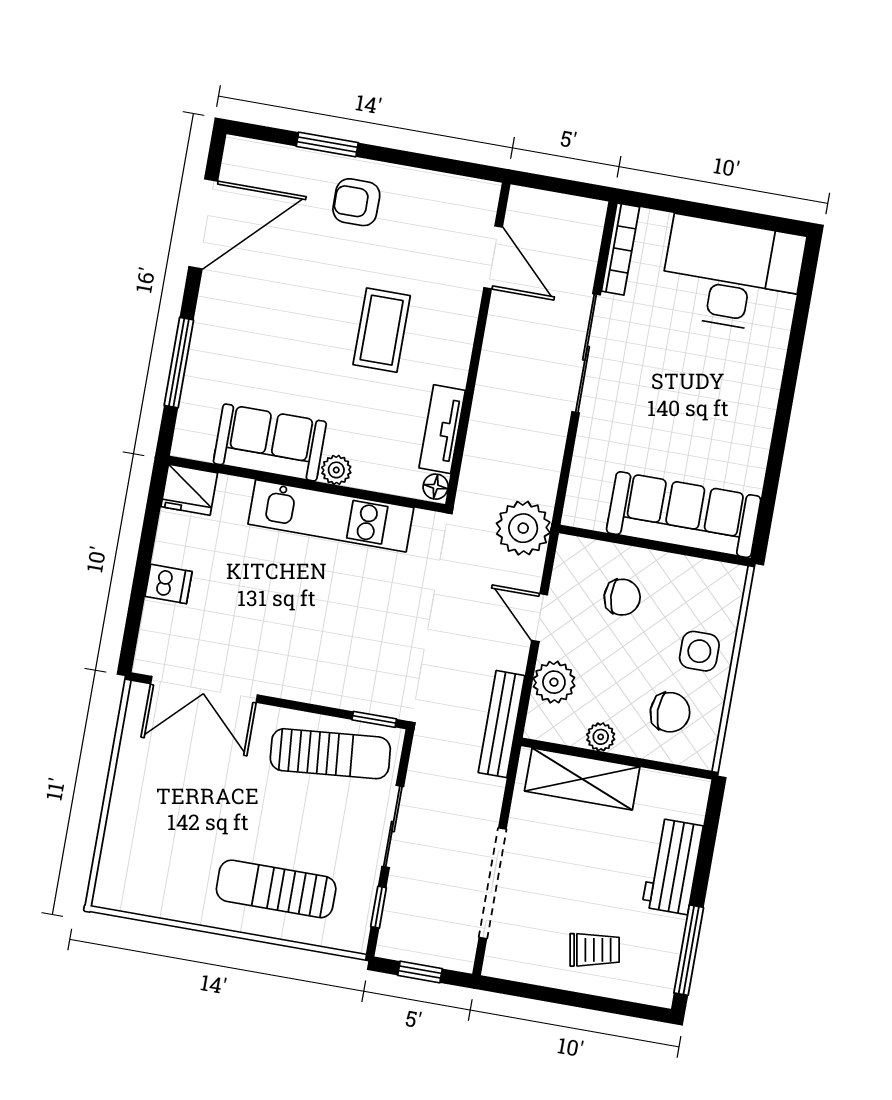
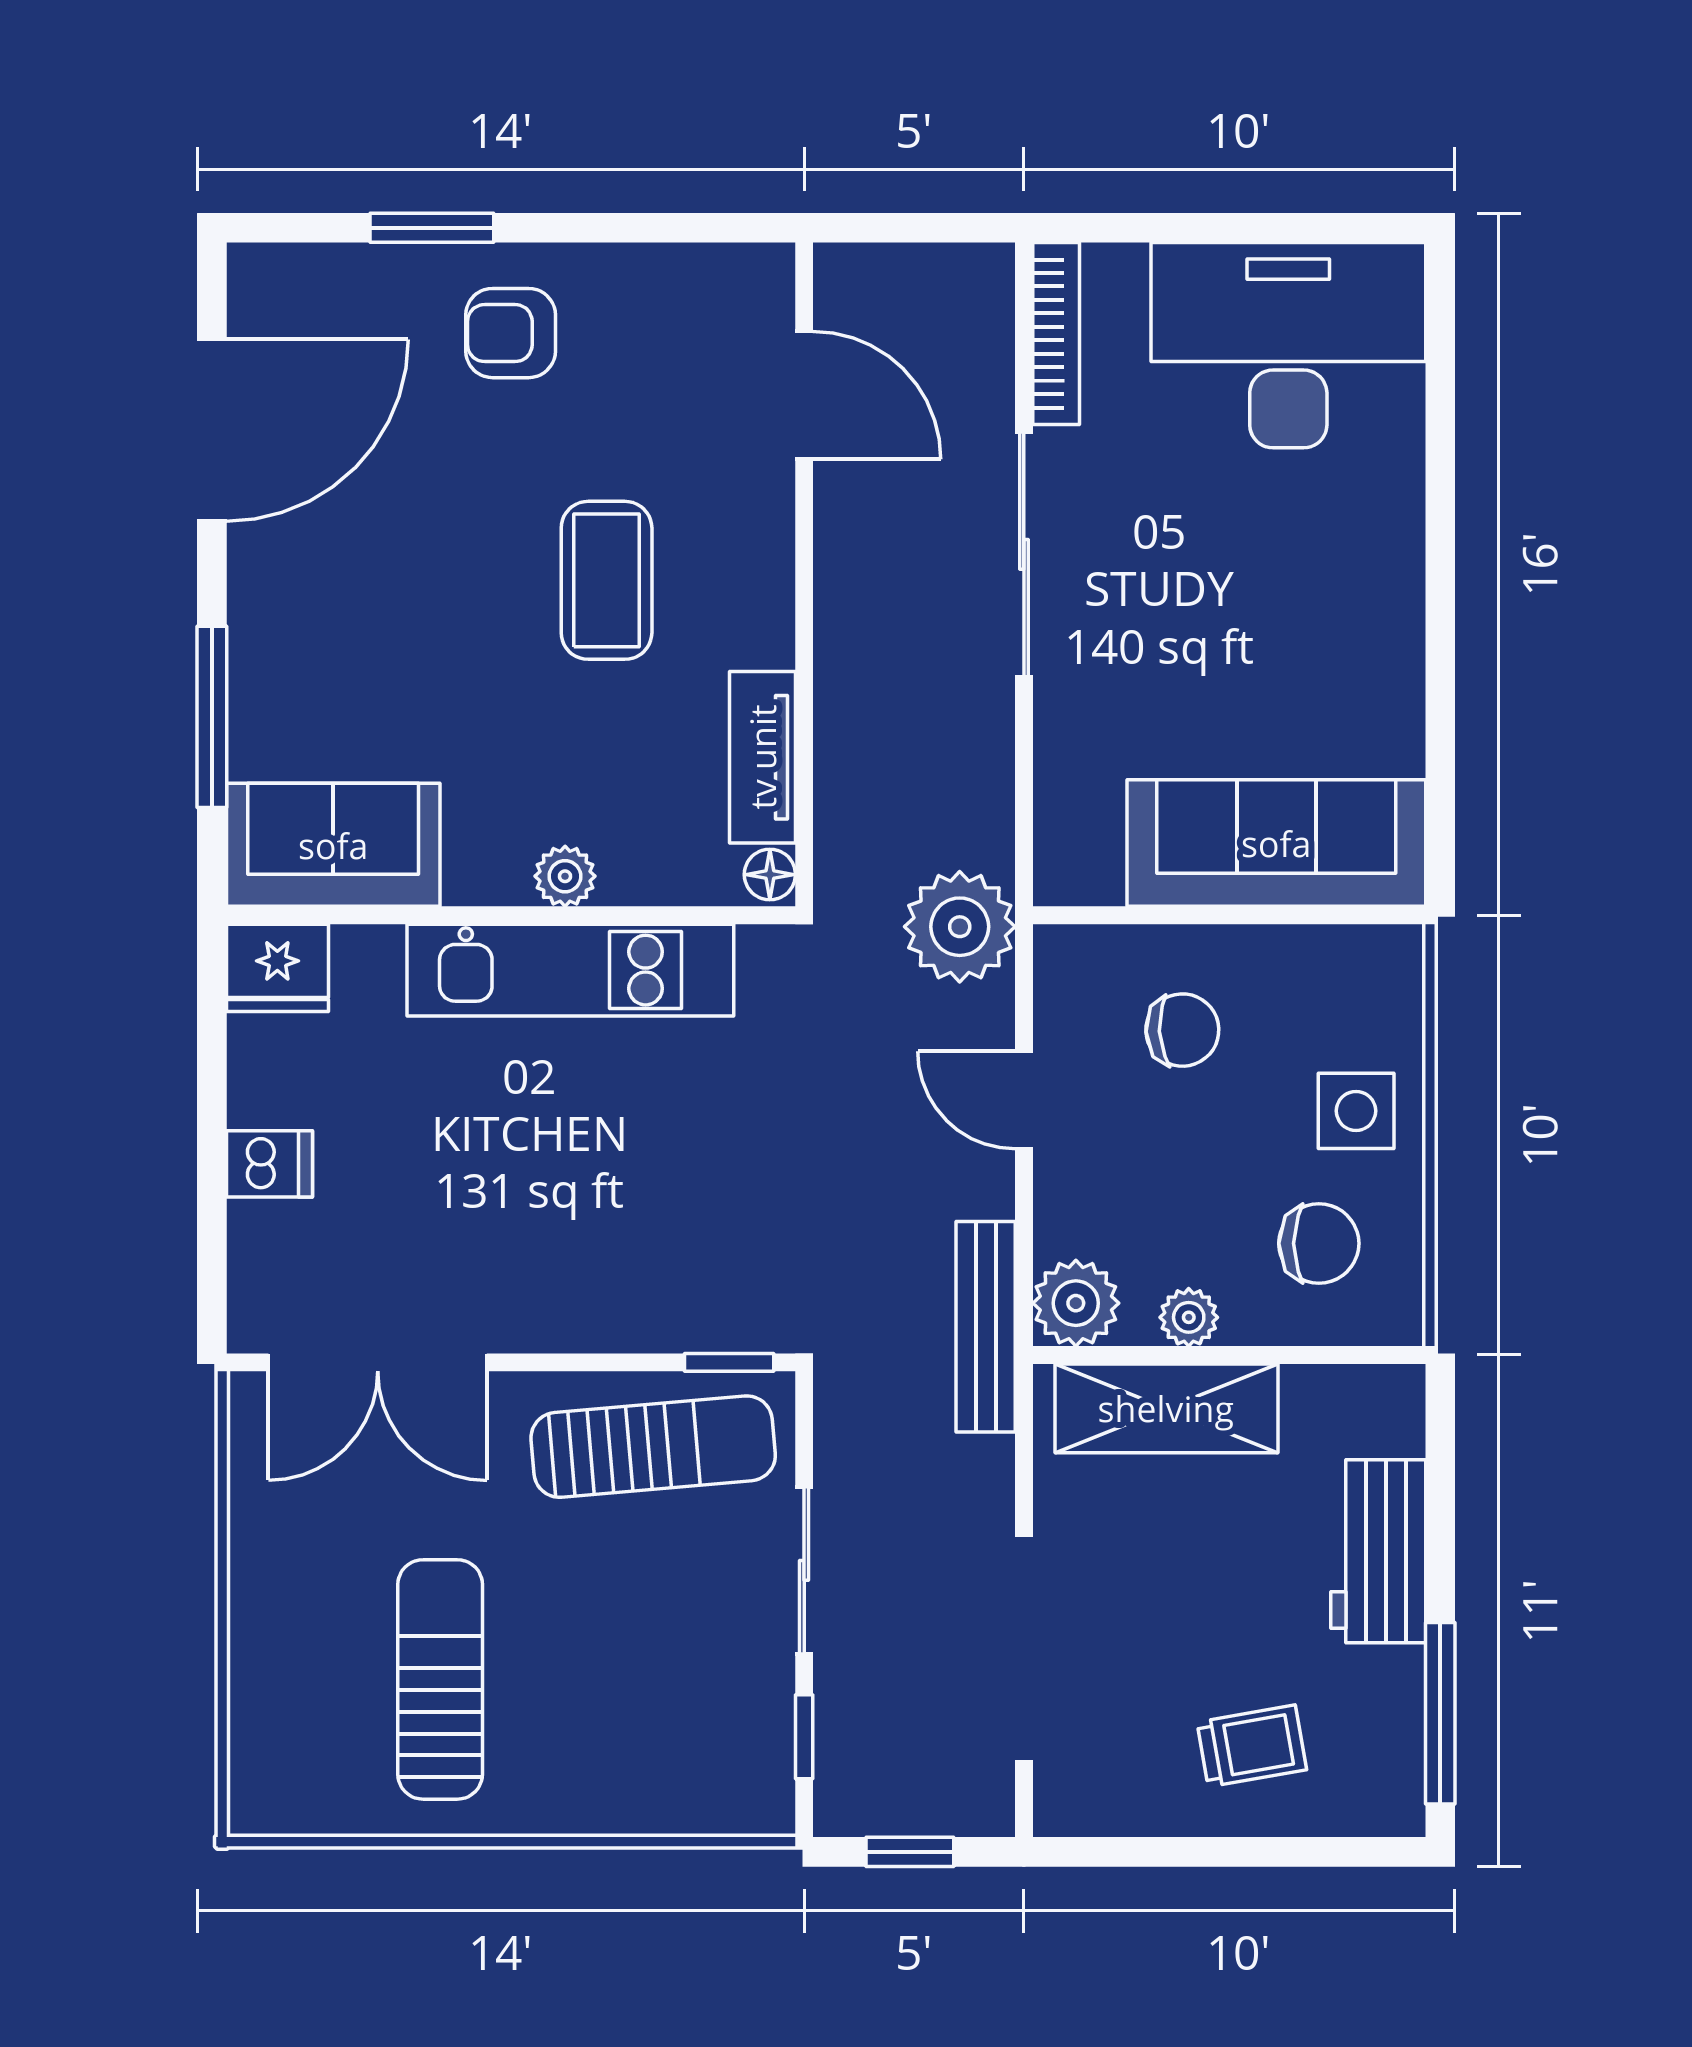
sofa: (270, 443) -> (333, 845), moved
plant: (554, 682) -> (1076, 1303), moved
sun lounger: (276, 889) -> (440, 1679), moved, turned 90

